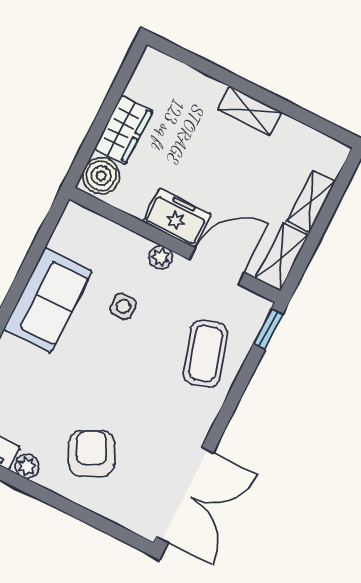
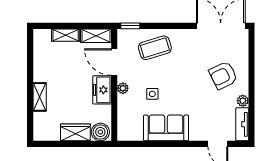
shelving: (250, 111) -> (40, 97), moved

